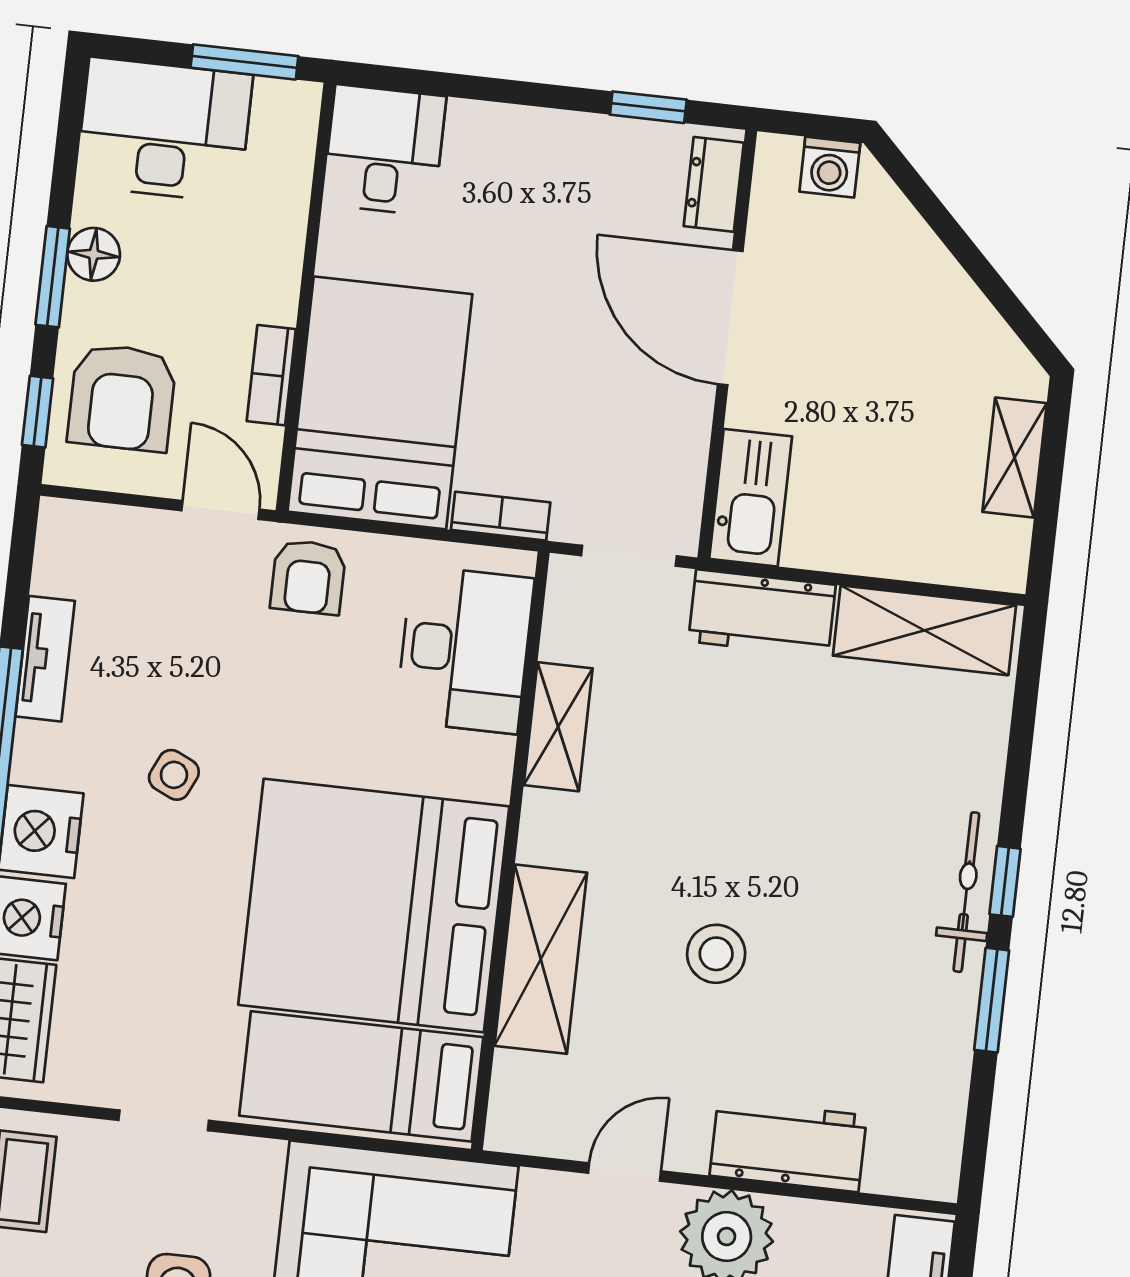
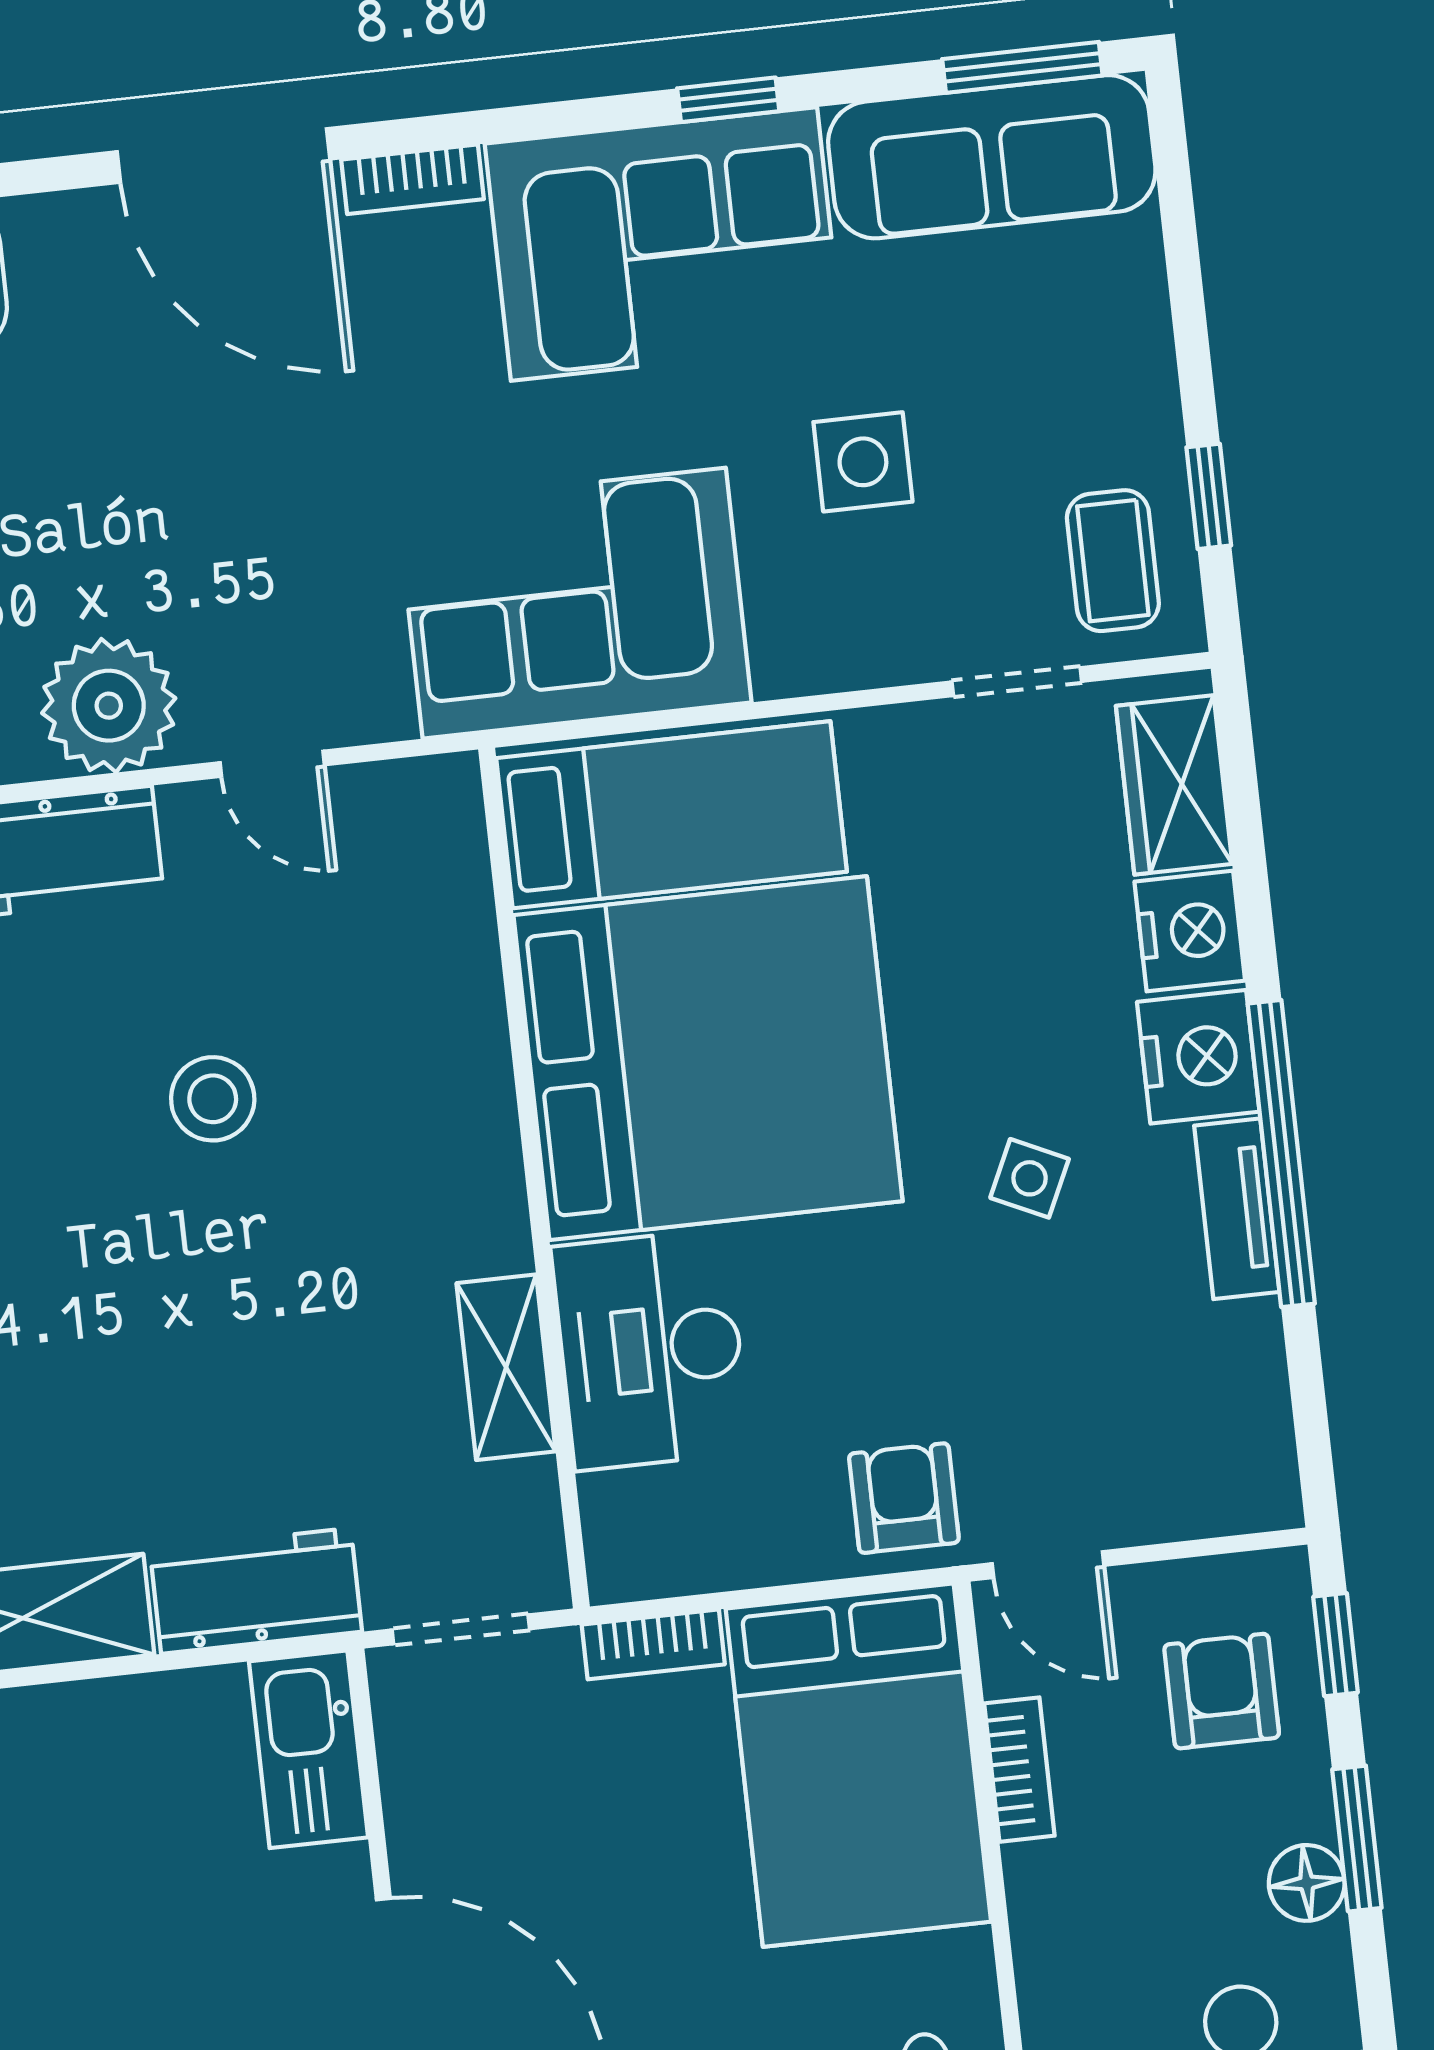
armchair: (122, 398) -> (1222, 1691), width x0.72, depth x0.72
desk: (465, 650) -> (651, 1350), moved
tv unit: (45, 659) -> (1237, 1209), moved
shelving: (541, 959) -> (457, 1036), removed
doorway: (164, 1120) -> (1017, 682), moved
door: (625, 1172) -> (272, 764), hinge flipped

